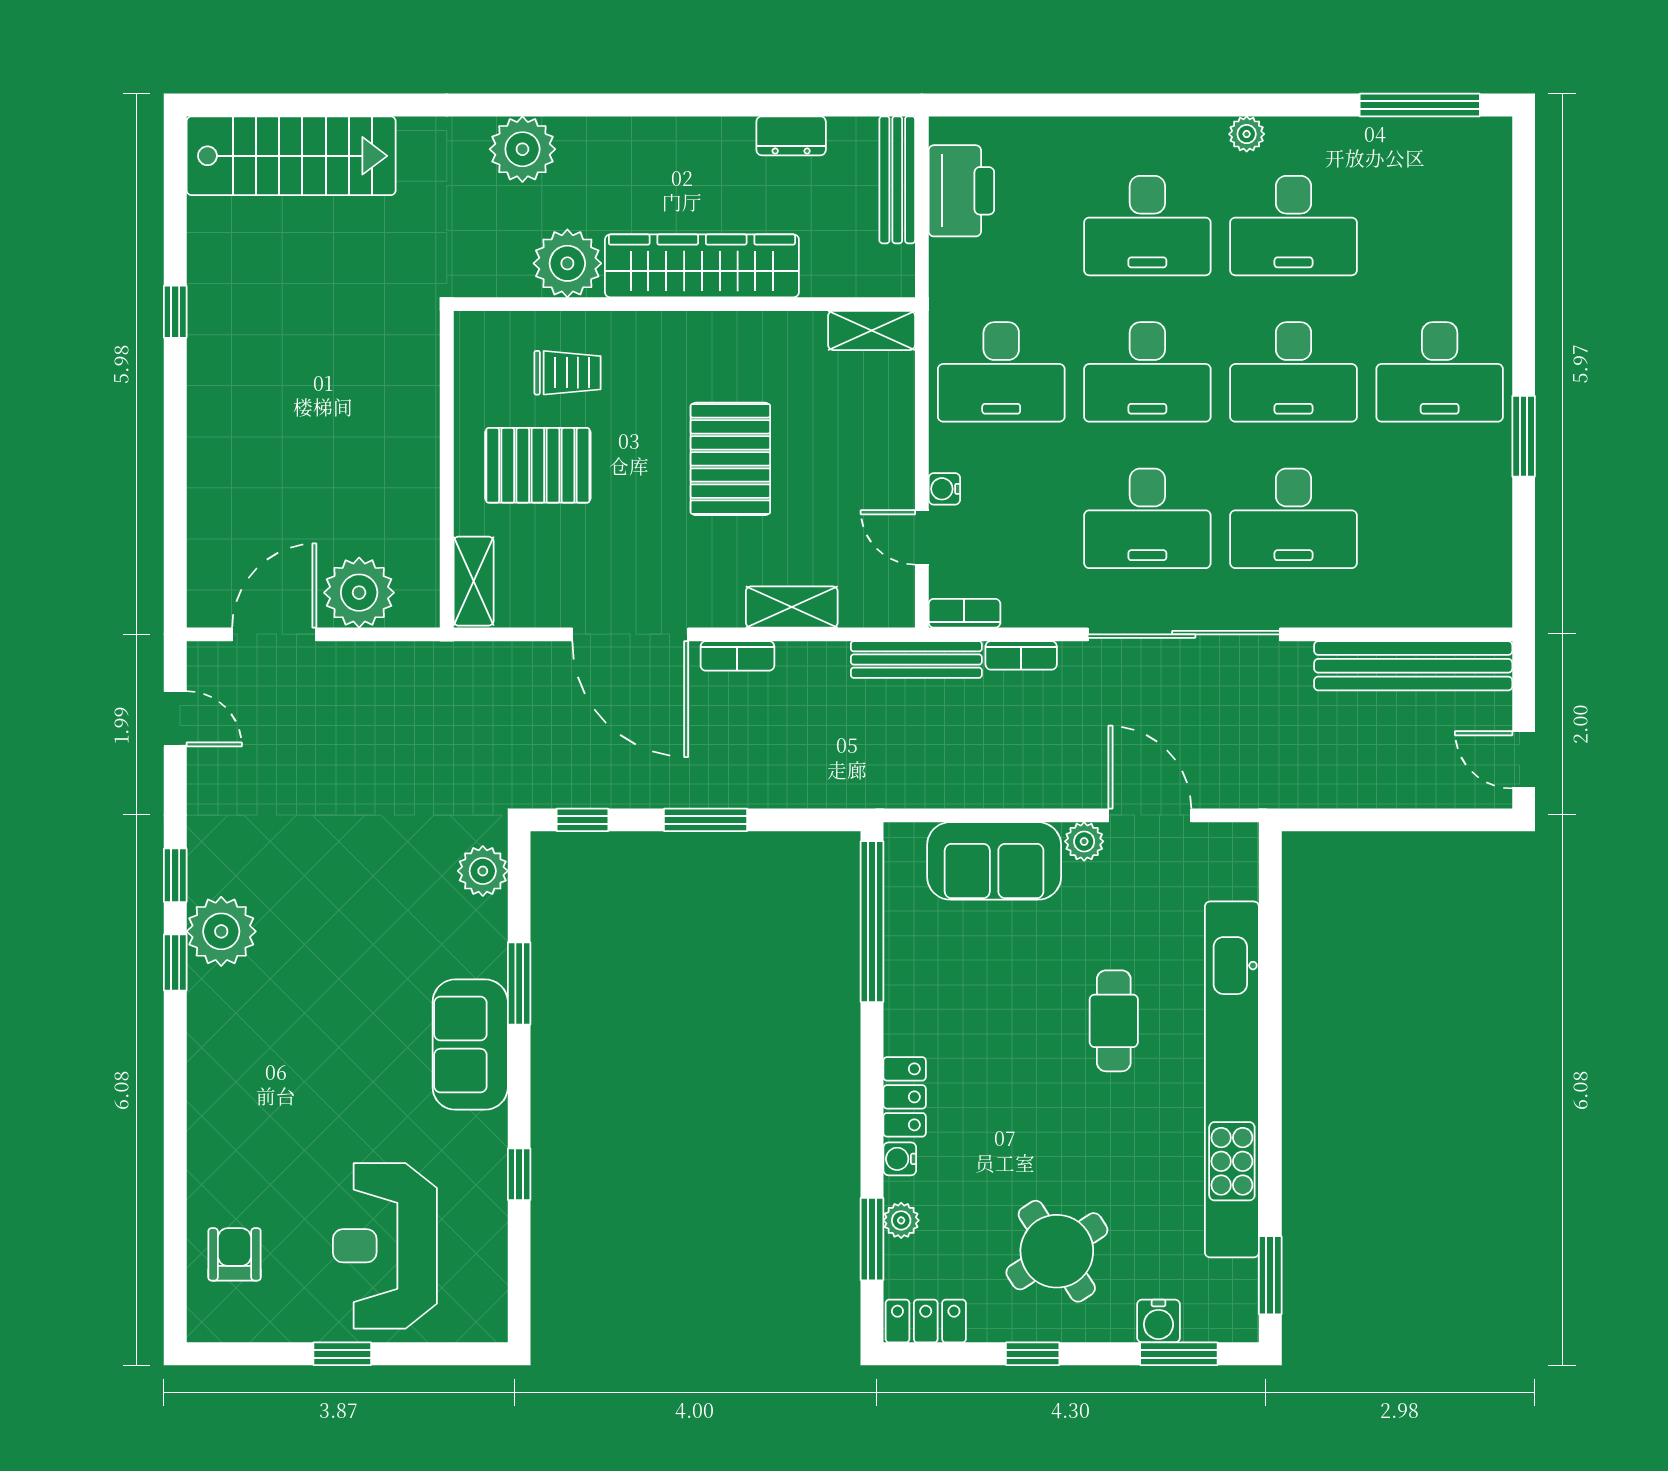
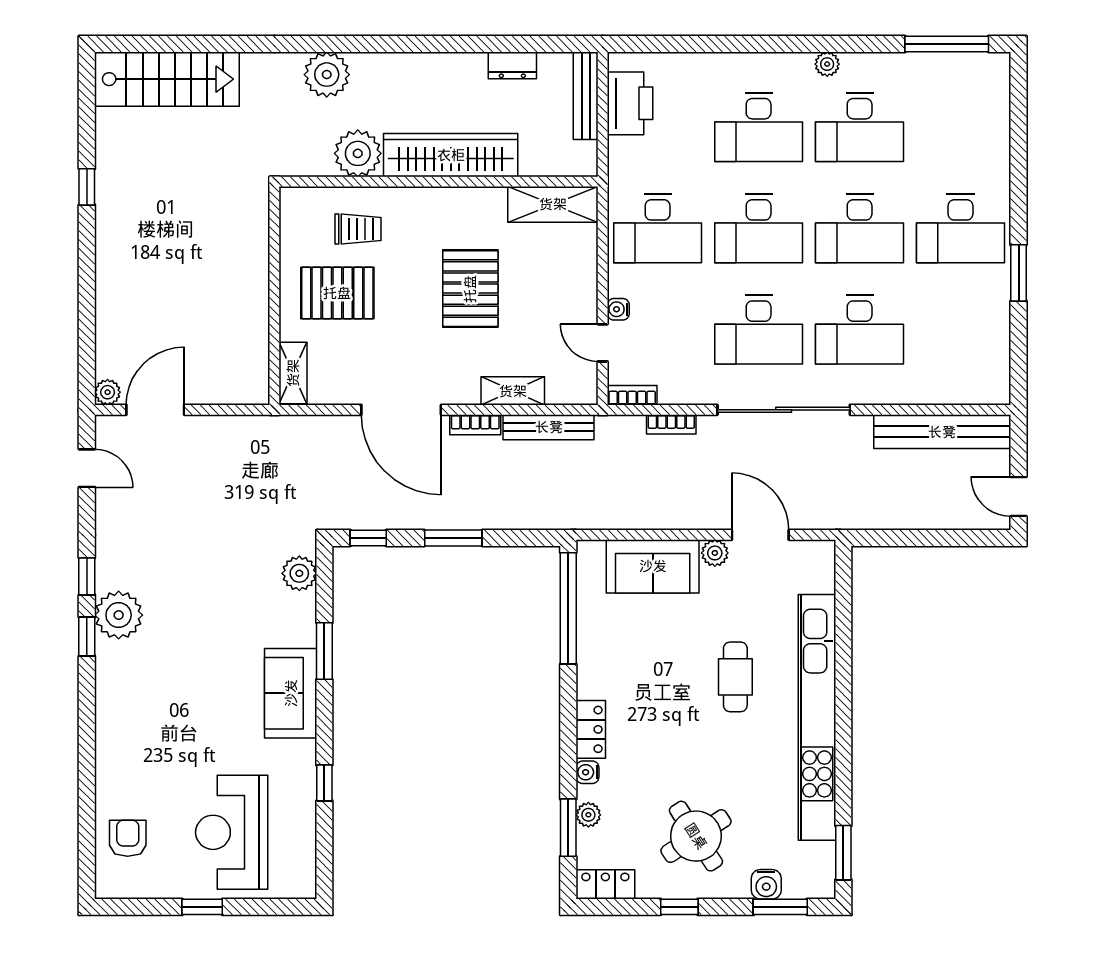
shelving: (872, 330) -> (553, 204), width x1.50, depth x1.33
plant: (359, 593) -> (108, 392), moved, width x0.53, depth x0.53
bench: (916, 659) -> (549, 427), moved

